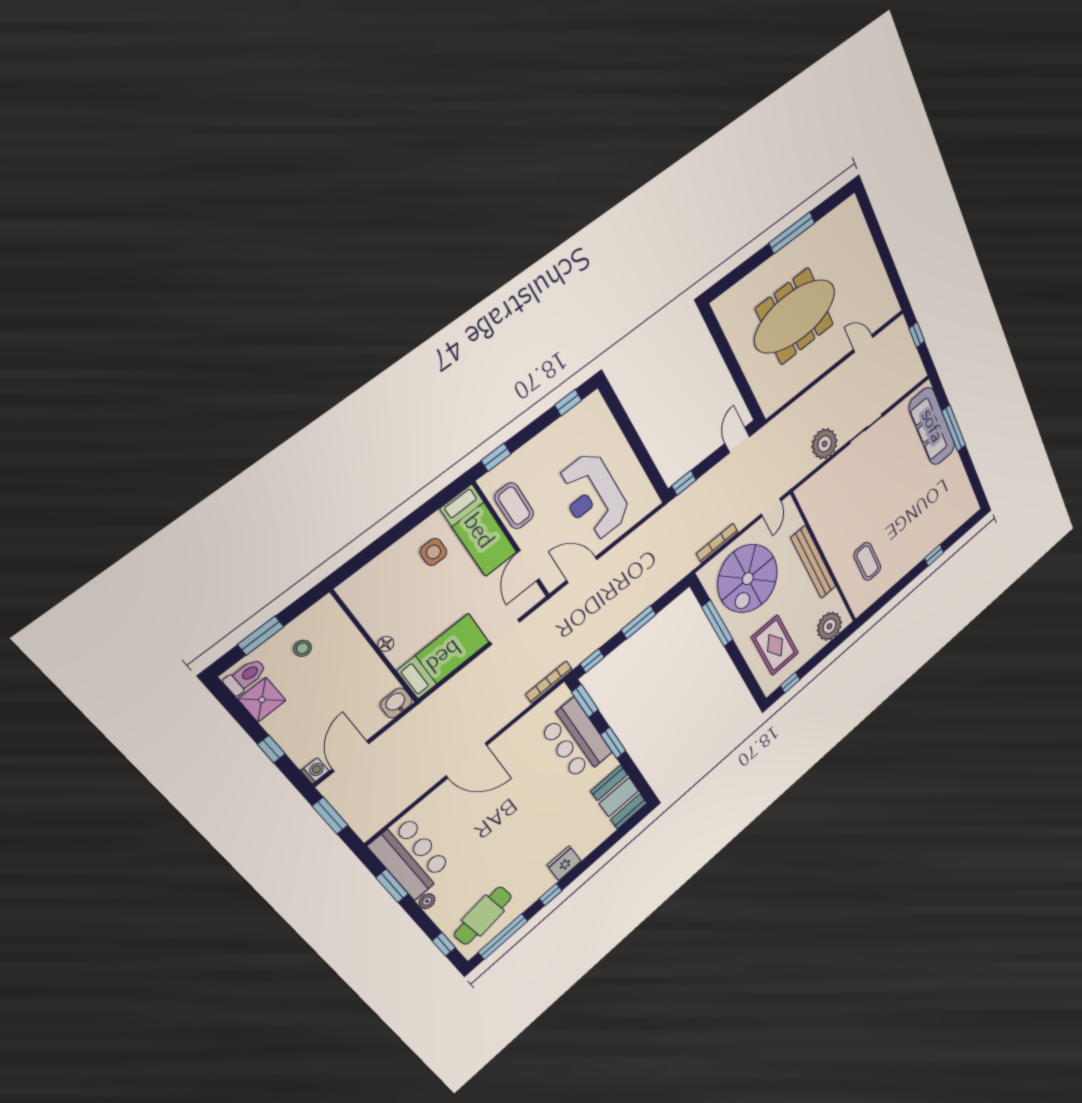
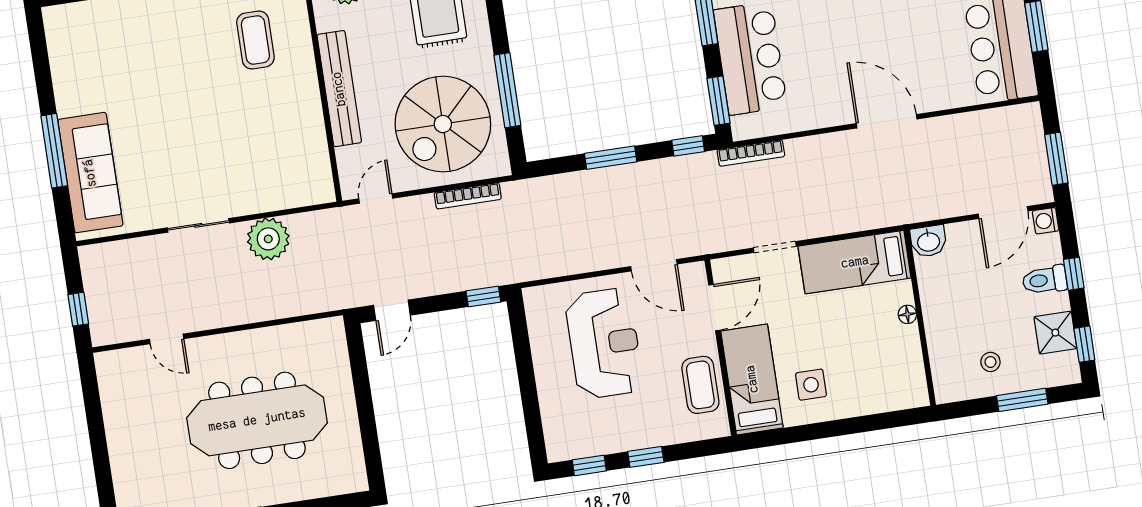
window: (496, 457) -> (646, 457), moved
spiral stairs: (748, 579) -> (443, 124), turned 180
toilet: (245, 677) -> (1045, 280), moved
window: (233, 706) -> (1084, 344), added

